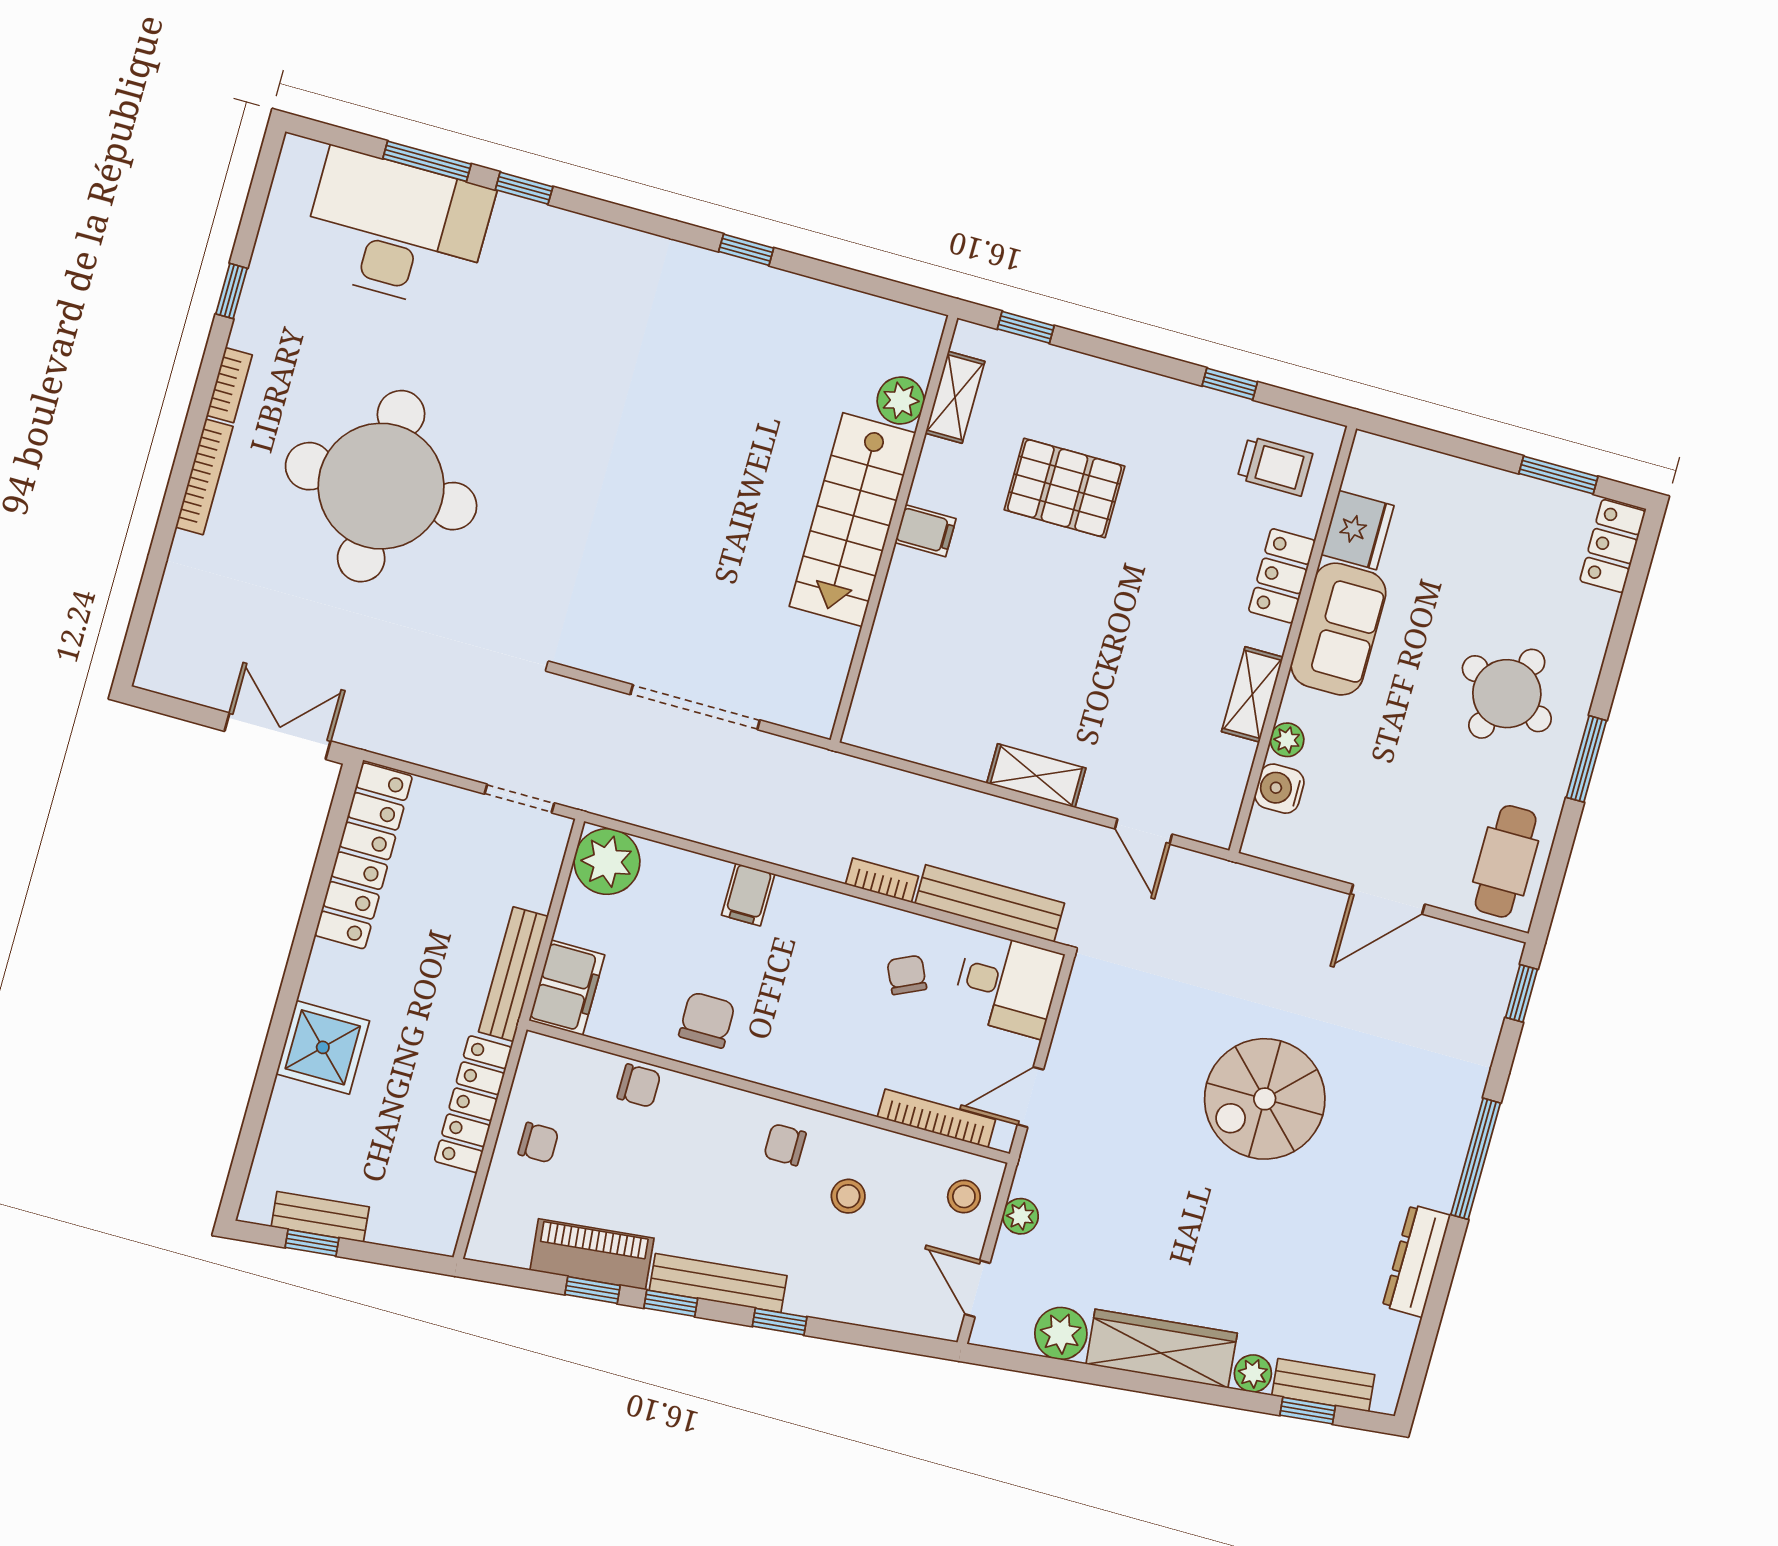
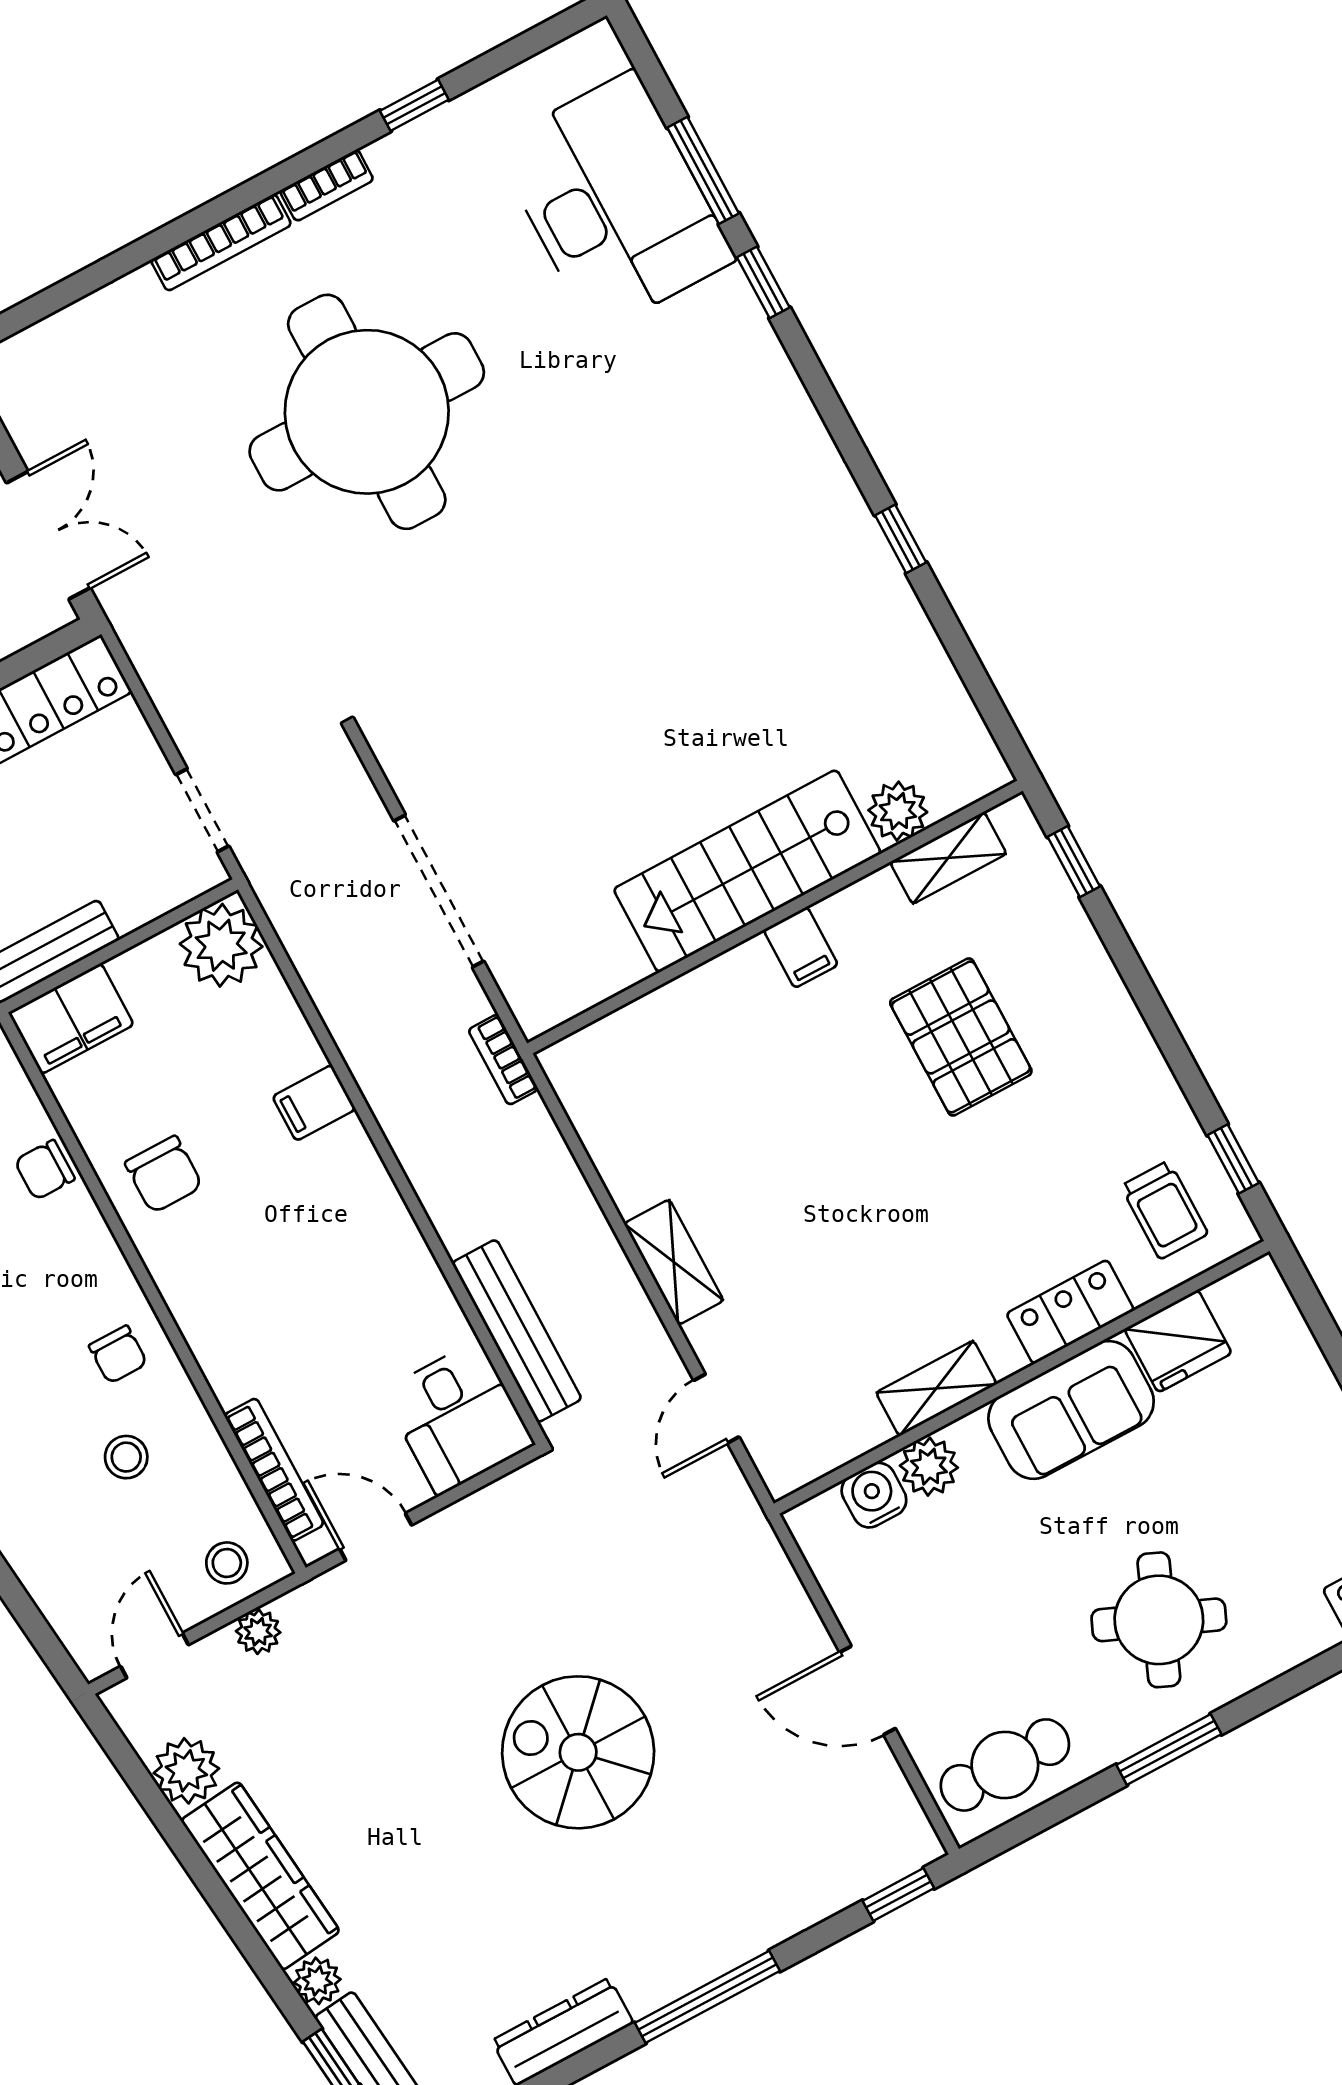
window: (1230, 384) -> (1233, 1159), moved
plant: (1287, 740) -> (929, 1467), width x1.38, depth x1.38
bookcase: (882, 880) -> (503, 1060), moved, turned 180
chair: (907, 975) -> (379, 1318), removed
chair: (707, 1020) -> (164, 1174), turned 90
chair: (639, 1086) -> (45, 1170), turned 90
chair: (785, 1145) -> (118, 1355), turned 180

